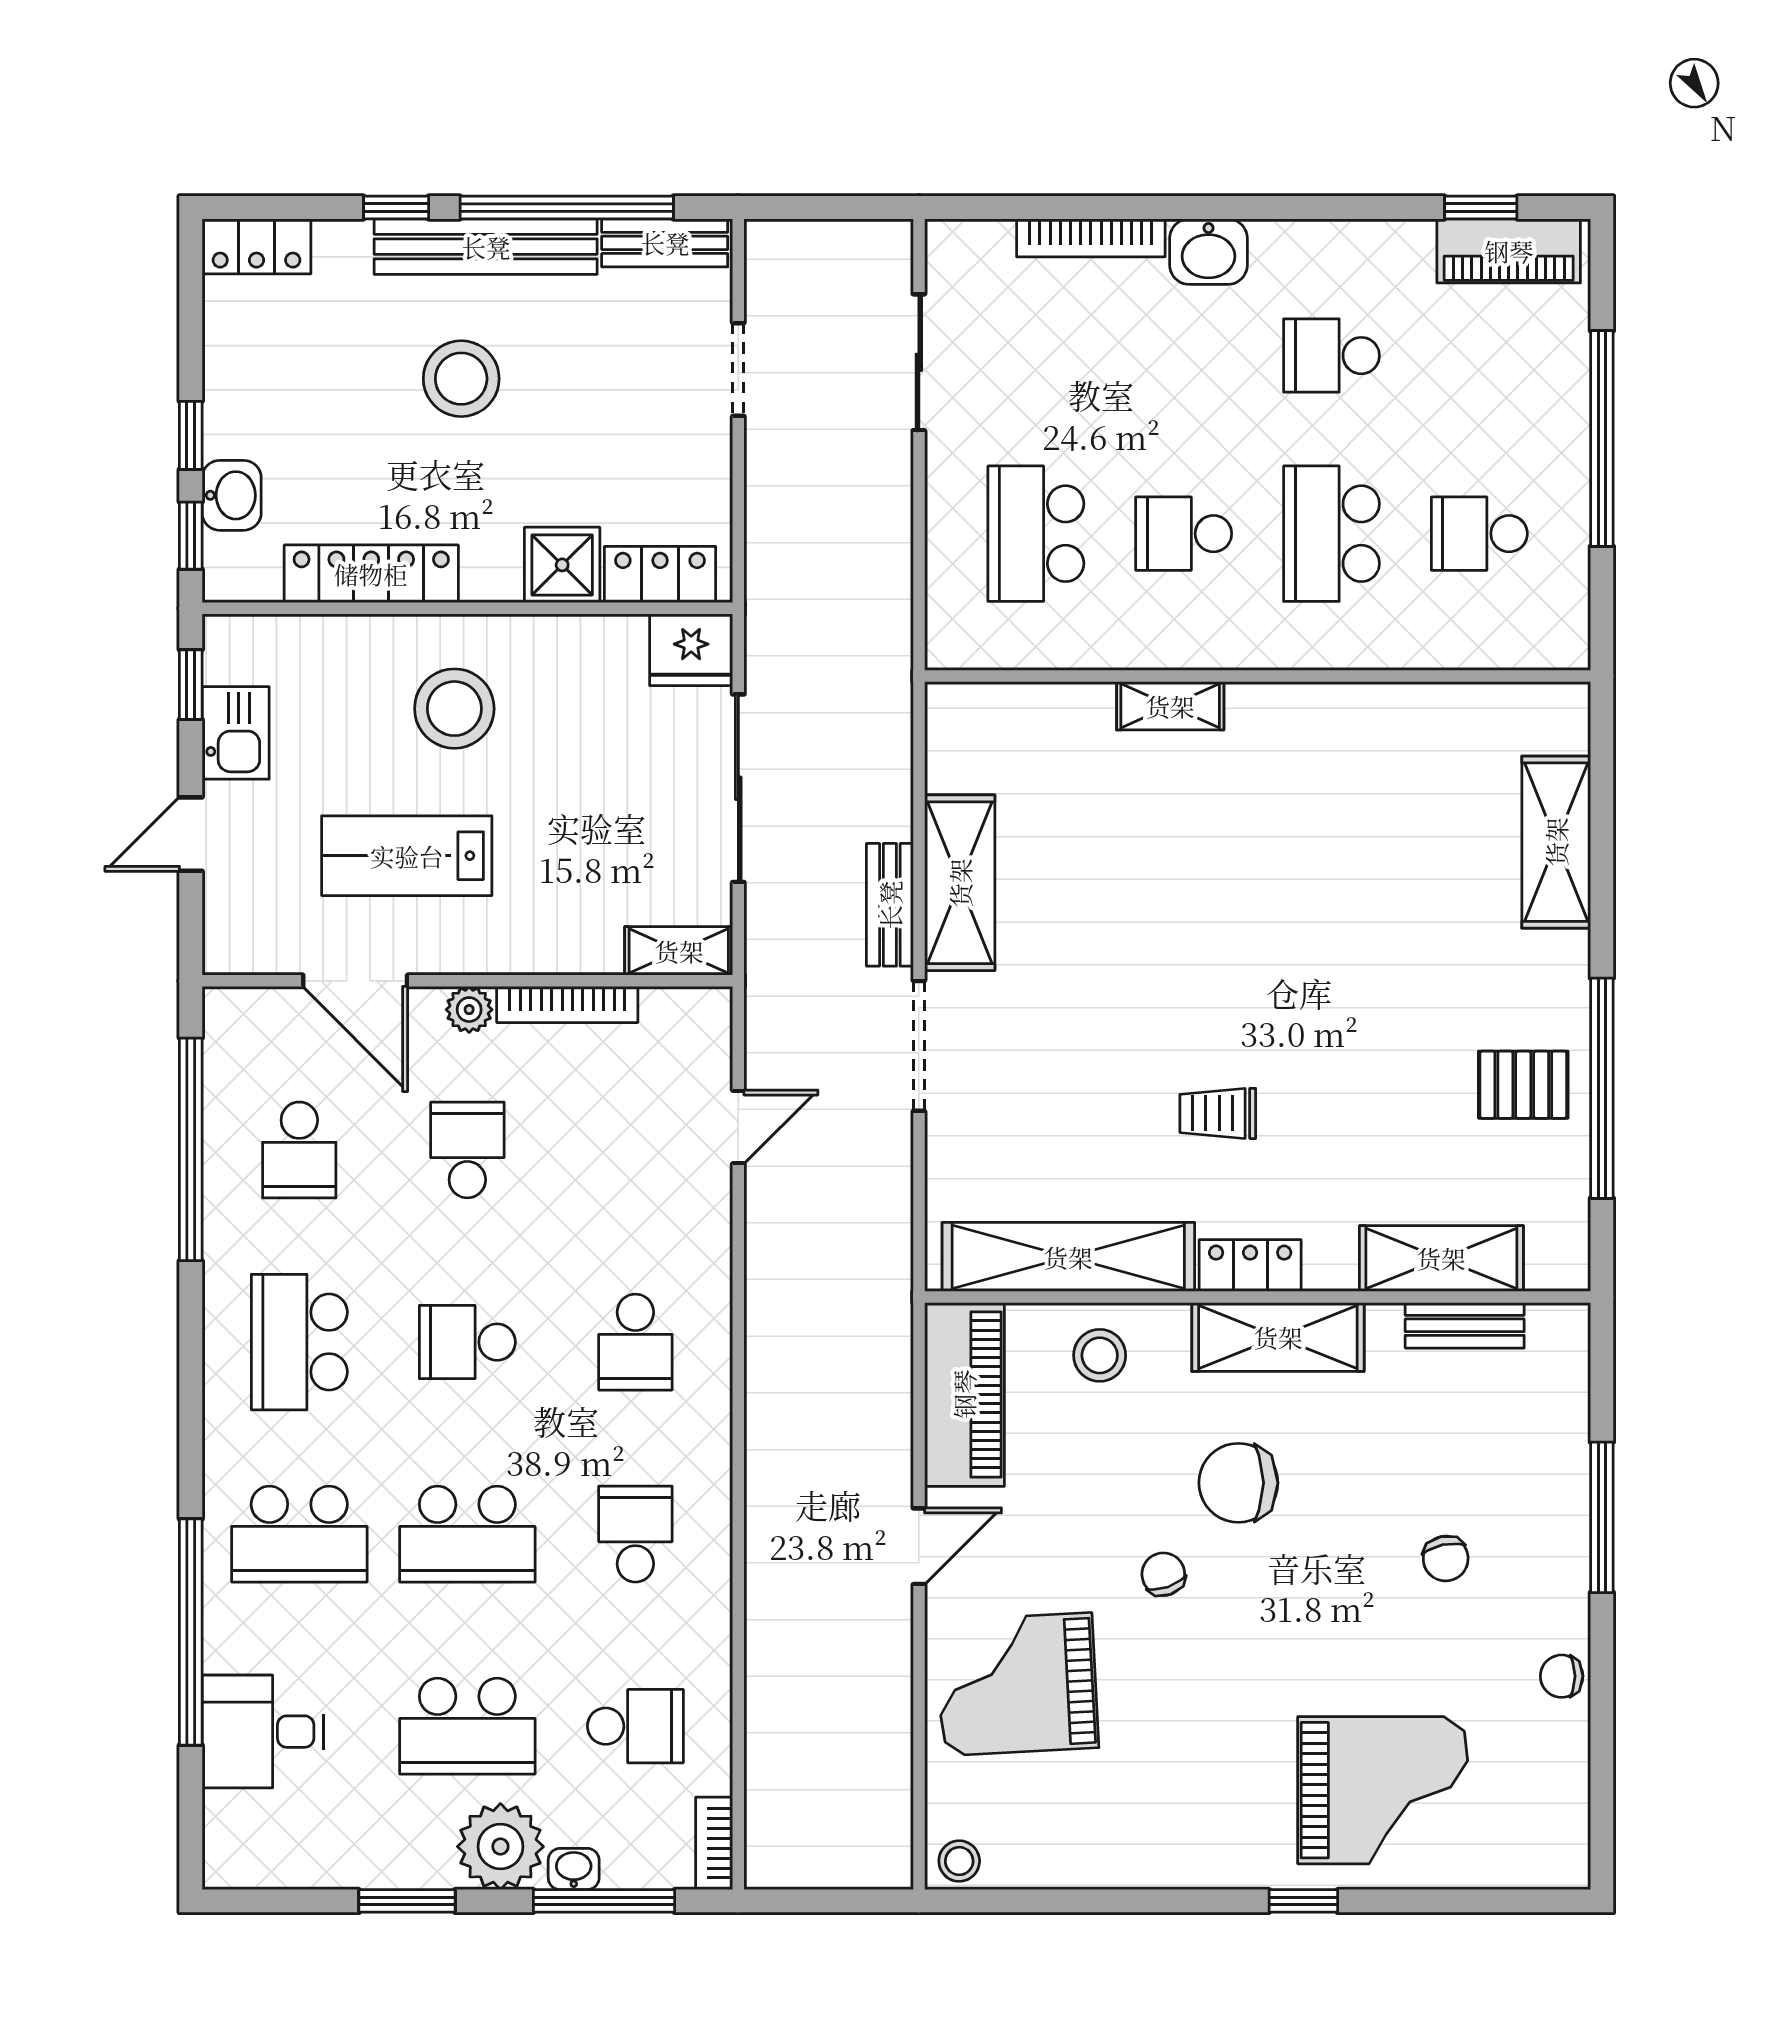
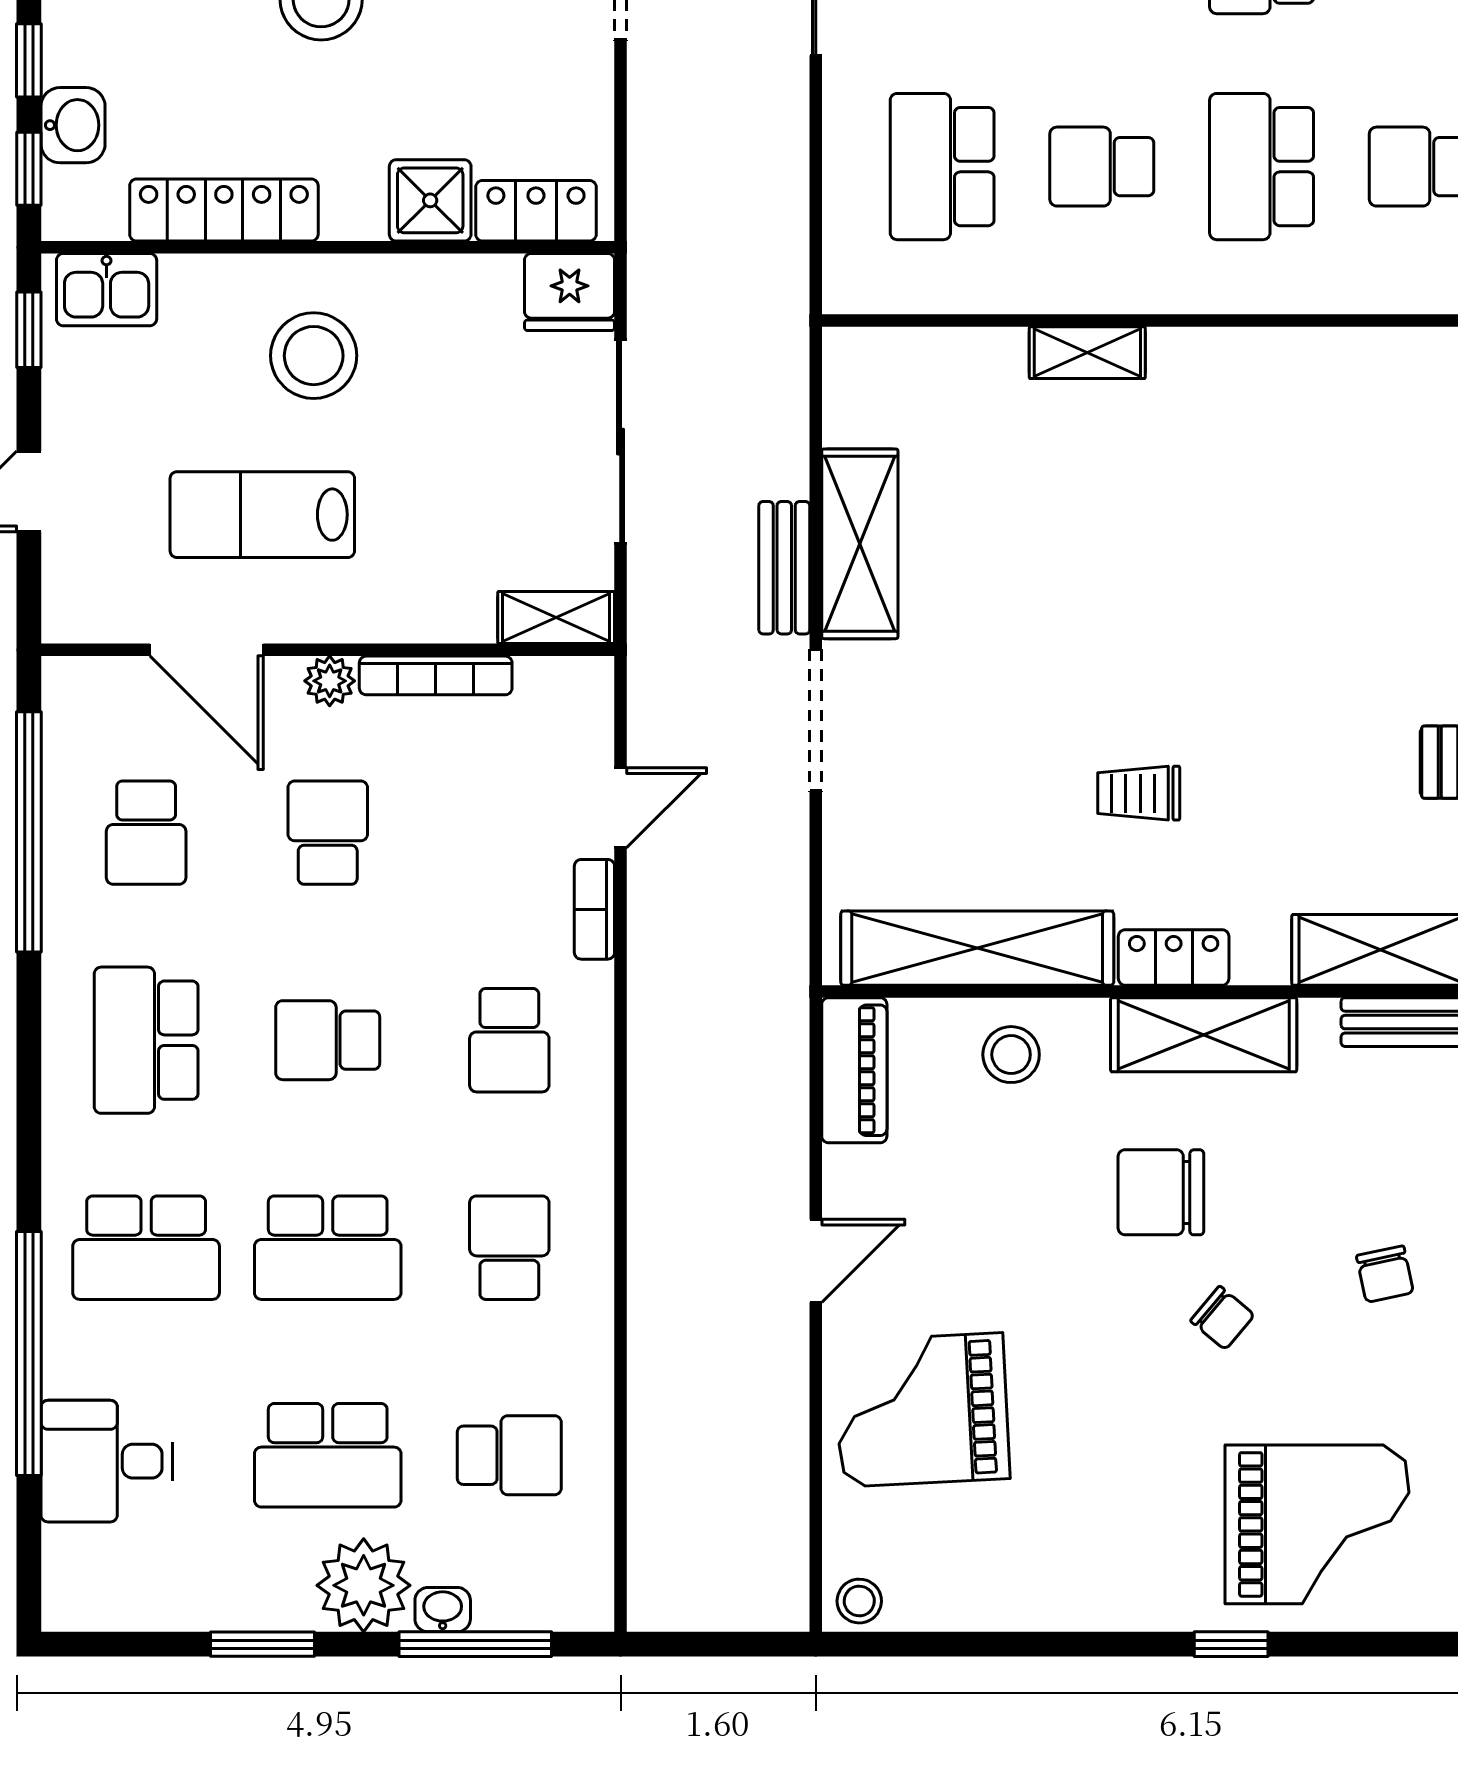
kitchen sink: (236, 733) -> (107, 290), moved, turned 90
piano: (964, 1394) -> (854, 1070), width x0.73, depth x0.75
chair: (1163, 1574) -> (1222, 1318), moved, turned 149
bookcase: (714, 1843) -> (594, 909), moved

